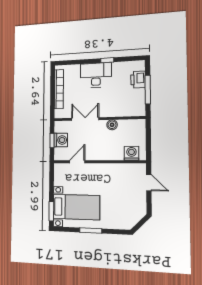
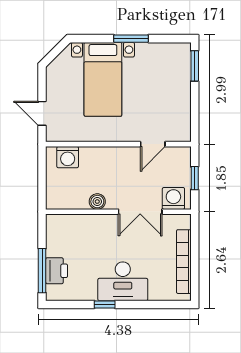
window: (148, 90) -> (42, 271), moved
washing machine: (61, 140) -> (173, 198), moved, turned 90
bed with nightstands: (76, 207) -> (103, 79), moved, turned -90

